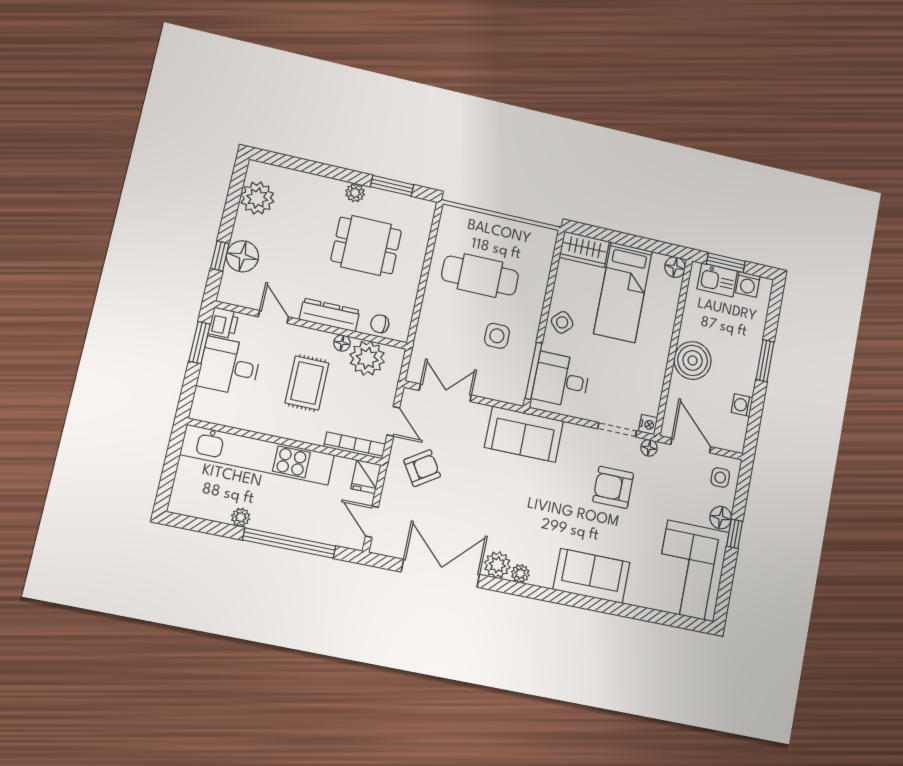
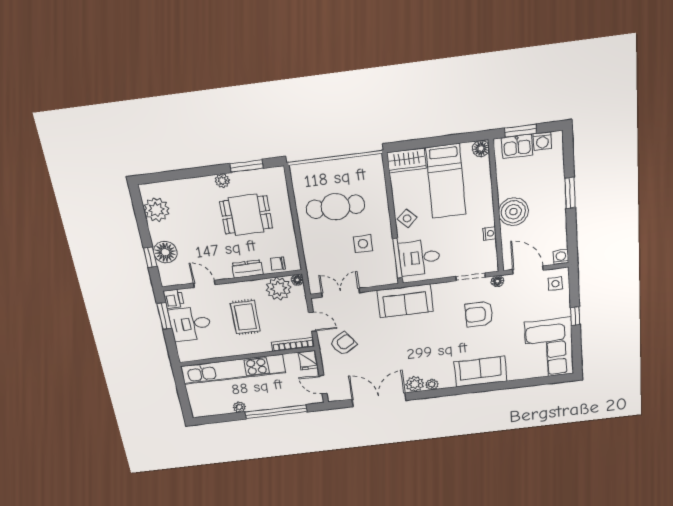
dresser: (329, 315) -> (247, 269), width x0.70
floor lamp: (342, 343) -> (297, 280), moved
washing machine: (742, 405) -> (561, 257), moved, turned 90
nightstand: (648, 425) -> (490, 233), moved
floor lamp: (721, 518) -> (562, 309), removed

